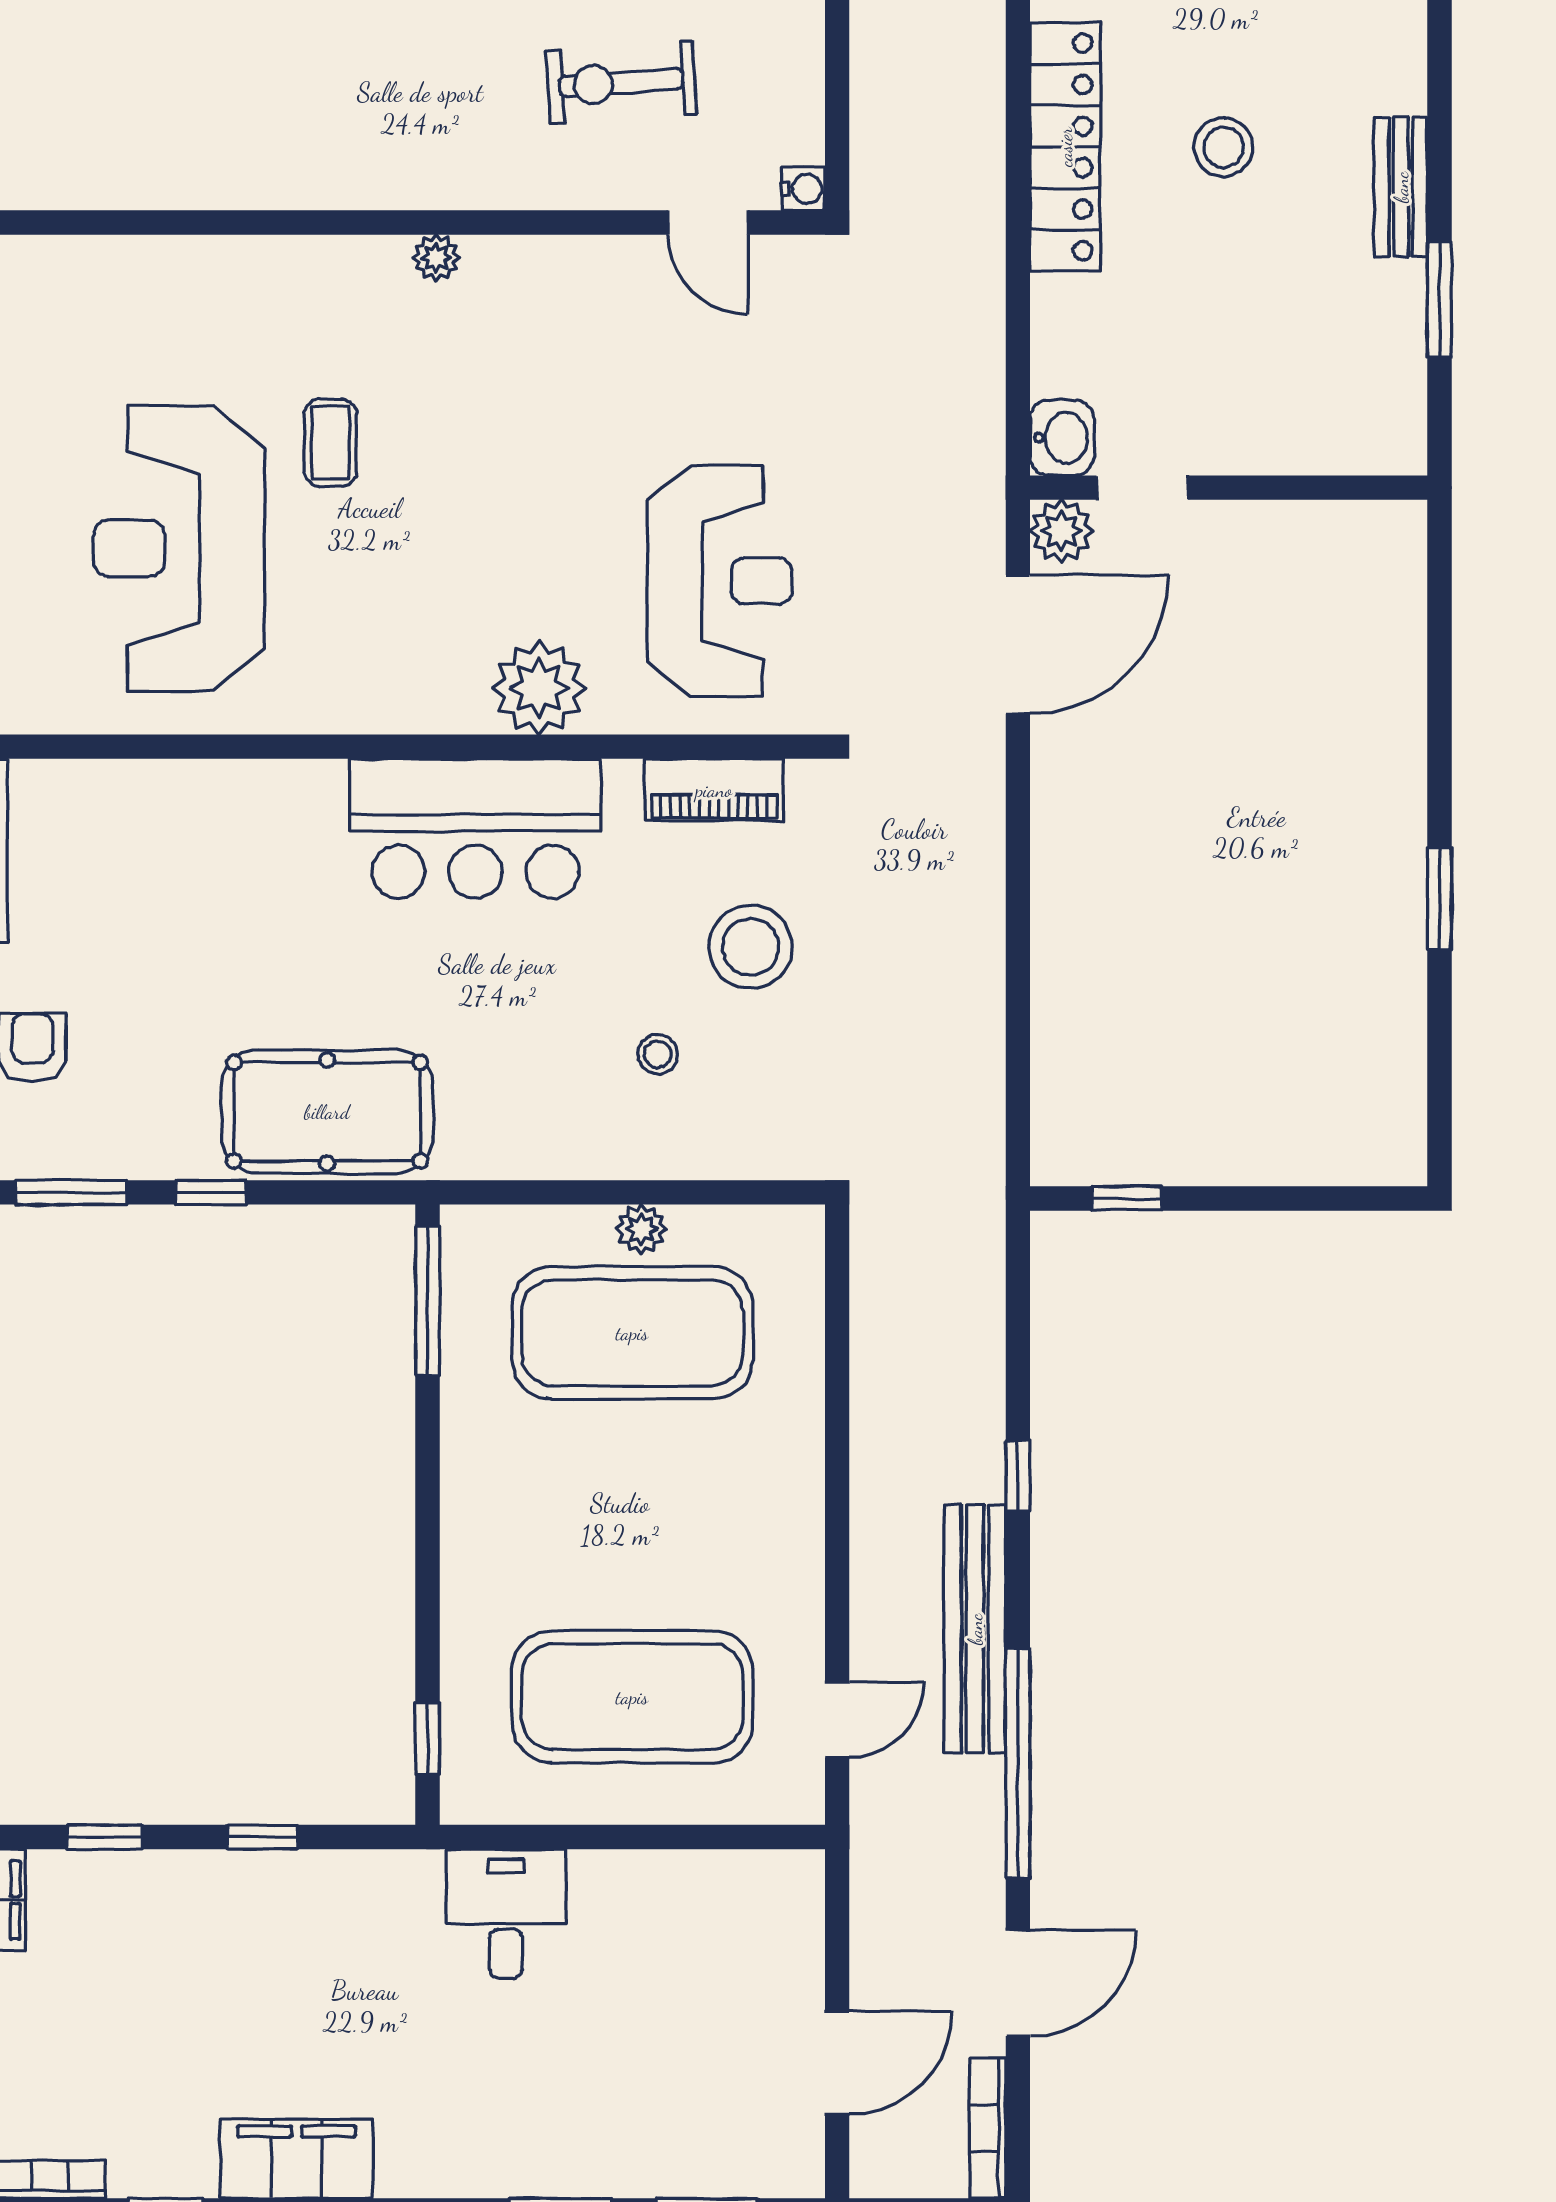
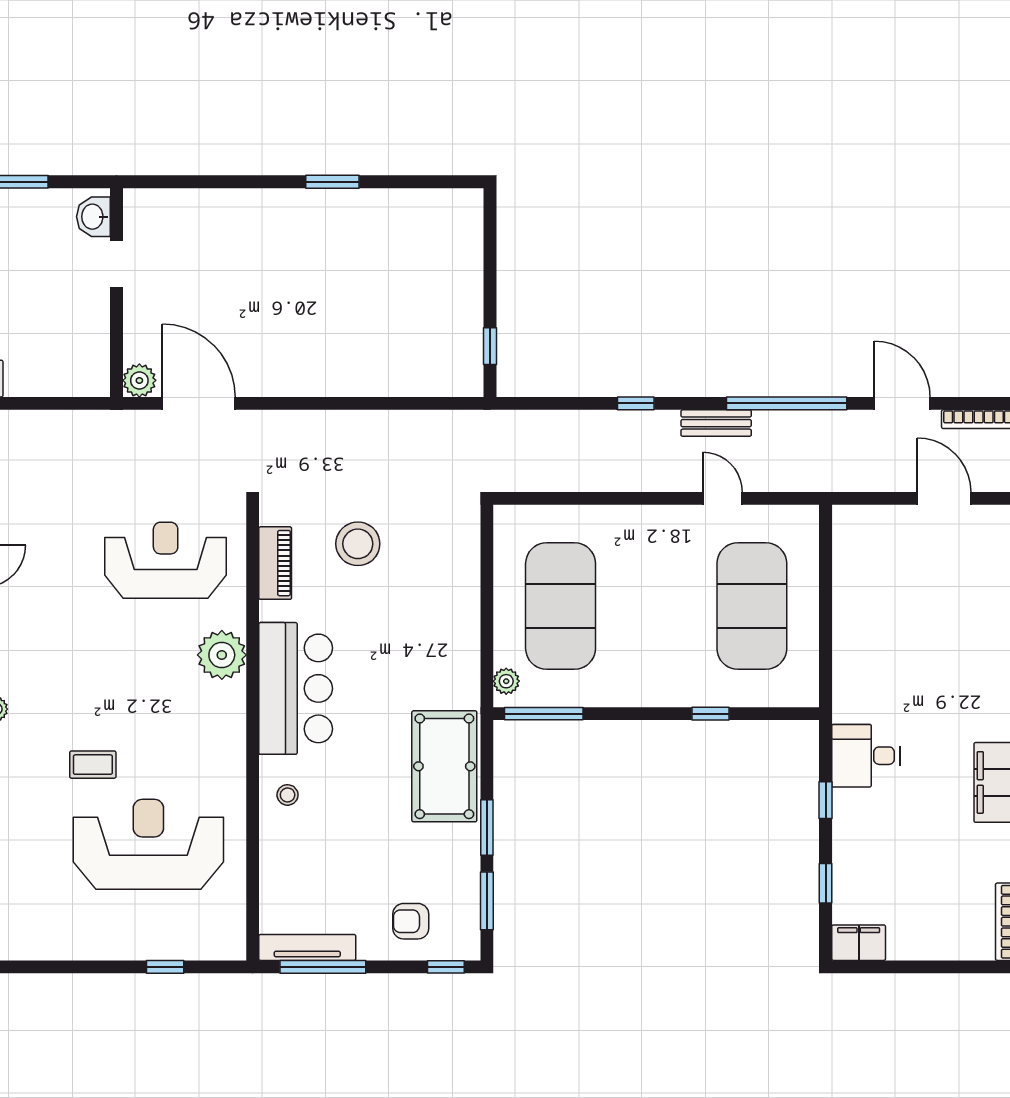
washbasin: (1062, 438) -> (93, 217), moved, turned -90
doorway: (1142, 488) -> (116, 264), moved
reception desk: (179, 548) -> (148, 844), turned 180
stool: (658, 1054) -> (288, 795), moved
window: (211, 1192) -> (487, 827), width x1.50
plant: (641, 1229) -> (506, 681), moved
bench: (975, 1629) -> (716, 423), width x0.54, depth x0.82
door: (837, 1720) -> (723, 498), moved
window: (427, 1738) -> (711, 714), moved
desk: (506, 1914) -> (866, 756), moved

